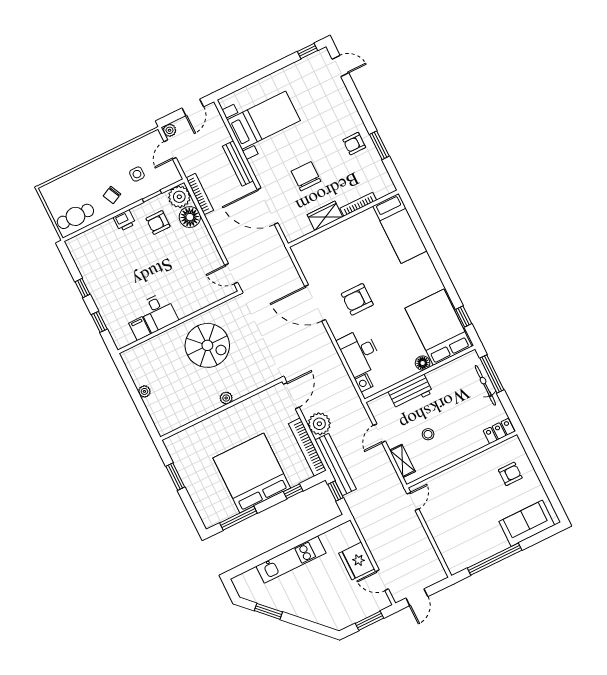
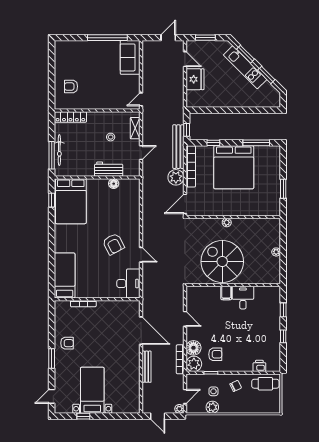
window: (308, 51) -> (83, 416), moved
door: (340, 66) -> (52, 396), hinge flipped
door: (193, 107) -> (158, 416), swing flipped
bed with nightstands: (264, 120) -> (92, 390), moved, turned 90
window: (379, 145) -> (52, 358), moved
plant: (128, 153) -> (212, 407), added
chair: (306, 176) -> (108, 337), removed
wardrobe: (325, 216) -> (108, 307), removed
printer: (124, 221) -> (259, 366), moved
door: (231, 274) -> (185, 319), moved
armchair: (357, 299) -> (113, 244), turned 62
door: (315, 303) -> (141, 255), width x0.53
filing cabinet: (140, 329) -> (226, 293), moved
spiral stairs: (207, 345) -> (222, 261), width x1.37, depth x1.37
desk: (359, 352) -> (128, 284), moved
floor lamp: (423, 363) -> (114, 184), moved
nightstand: (364, 383) -> (135, 189), removed
locker: (499, 431) -> (70, 117), width x1.53
sofa: (527, 523) -> (130, 57), moved, turned 90
kitchen unit: (291, 560) -> (245, 67), moved, turned -135
window: (308, 625) -> (246, 54), added

